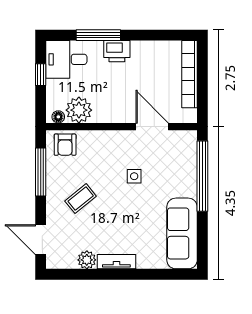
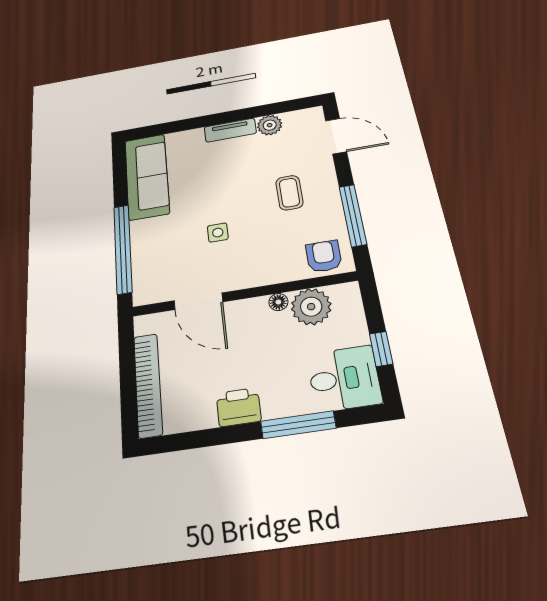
printer: (117, 51) -> (239, 407), moved
floor lamp: (58, 117) -> (278, 302), moved
coffee table: (81, 199) -> (289, 193), turned -51

